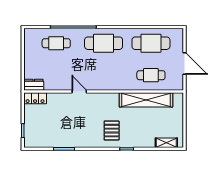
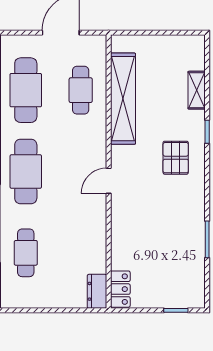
door: (79, 91) -> (109, 181), moved
pallet: (112, 131) -> (176, 158), turned 90
shelving: (166, 143) -> (197, 90), moved

